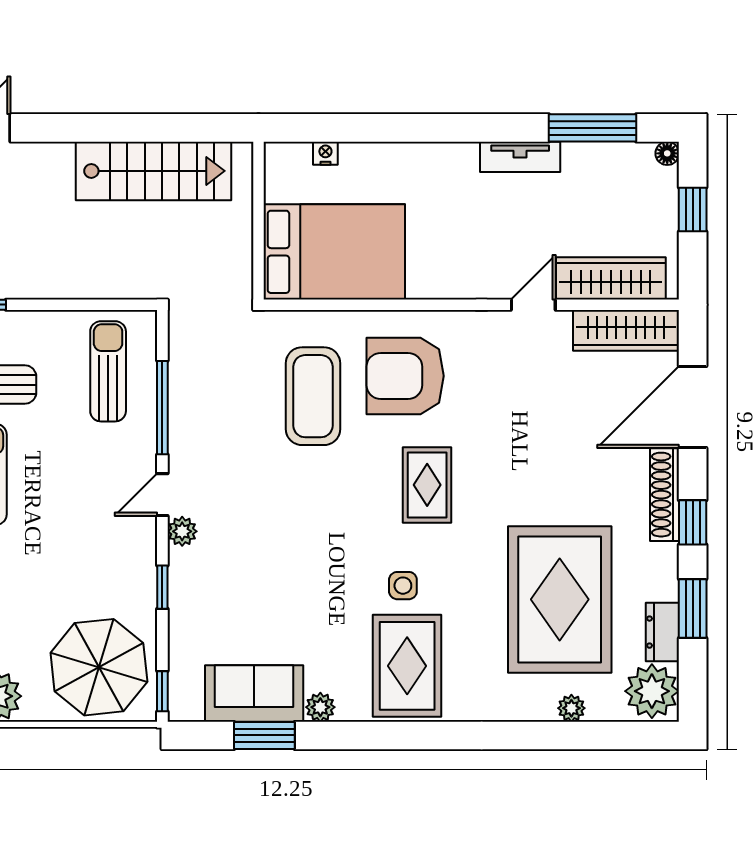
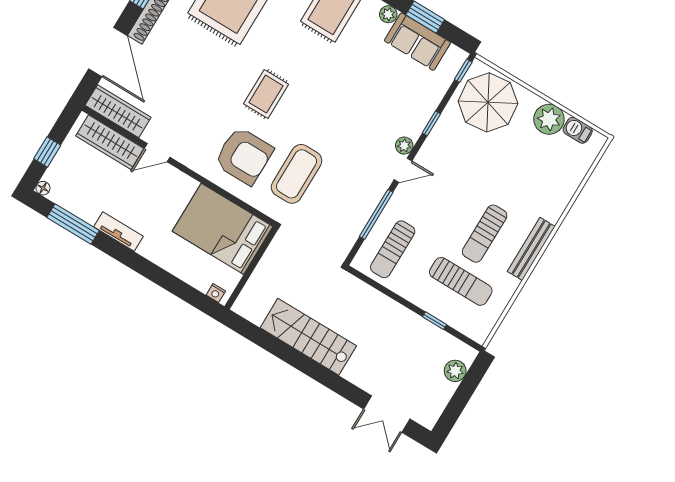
wall: (258, 221) -> (251, 268), moved
bed: (334, 252) -> (222, 229), moved
door: (693, 407) -> (108, 52), hinge flipped
side table: (403, 586) -> (309, 50), removed

